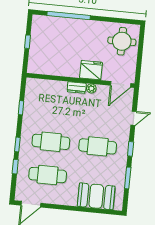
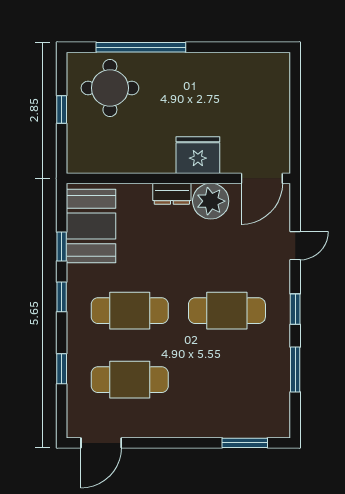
round table: (122, 41) -> (110, 88), moved
plant: (91, 88) -> (211, 201), width x1.88, depth x1.88
window: (17, 144) -> (62, 297), moved
booth: (96, 196) -> (91, 226), moved, turned 90
window: (100, 211) -> (245, 443), added

